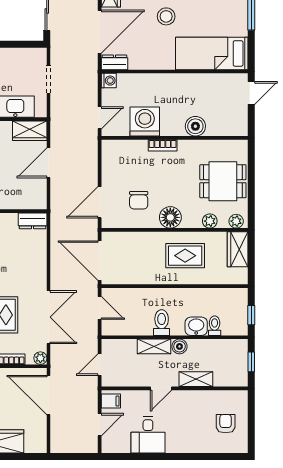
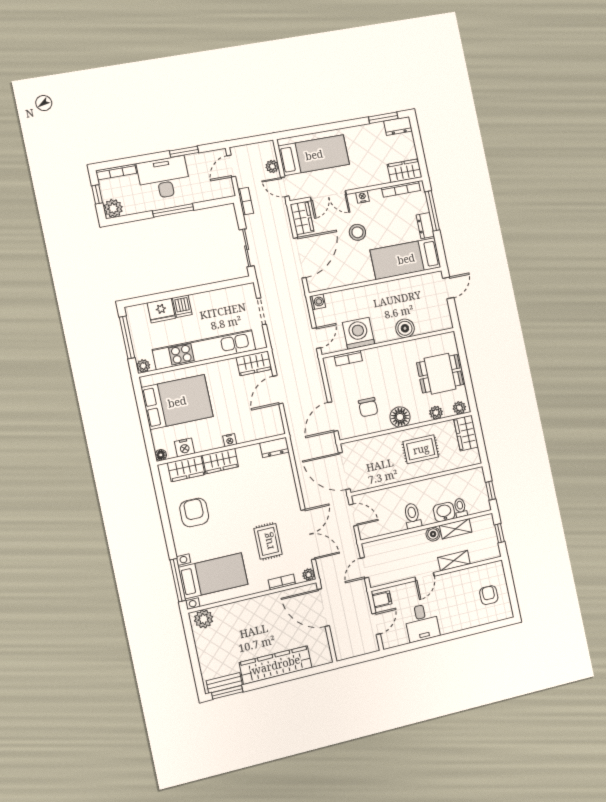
dresser: (114, 62) -> (425, 226), moved, turned -90
bookcase: (163, 145) -> (348, 358), moved
shelving: (154, 346) -> (456, 529), moved

